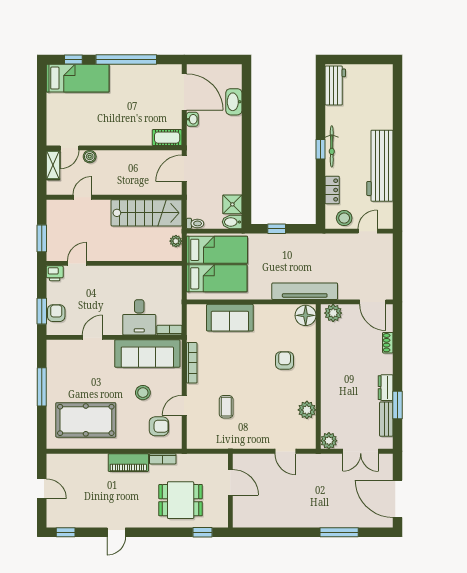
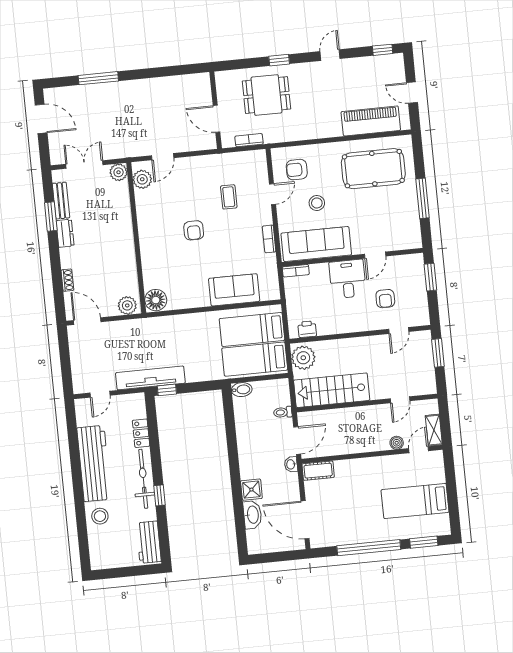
window: (73, 59) -> (424, 542), width x1.50
bed: (78, 78) -> (415, 501), moved
washbasin: (192, 119) -> (291, 464), moved
bicycle: (332, 146) -> (143, 479), width x1.37, depth x1.40
window: (321, 149) -> (159, 495), moved
shower: (232, 204) -> (251, 490), moved
stool: (344, 218) -> (100, 516), moved
toilet: (195, 223) -> (283, 412), moved
window: (277, 229) -> (167, 390), moved
plant: (176, 241) -> (303, 358), width x1.87, depth x1.87
printer: (55, 273) -> (307, 329), moved
tv unit: (305, 291) -> (150, 378), moved, turned 180
armchair: (56, 313) -> (385, 299), moved
desk: (139, 317) -> (348, 279), moved
armchair: (285, 361) -> (194, 230), moved
bookcase: (192, 363) -> (269, 239), width x0.64
plant: (307, 410) -> (142, 179), moved
door: (285, 451) -> (163, 157), swing flipped
bookcase: (163, 459) -> (249, 140), moved
piano: (128, 463) -> (371, 121), moved, width x1.37, depth x1.33
door: (398, 499) -> (41, 119), width x0.73
window: (202, 532) -> (279, 60), moved

